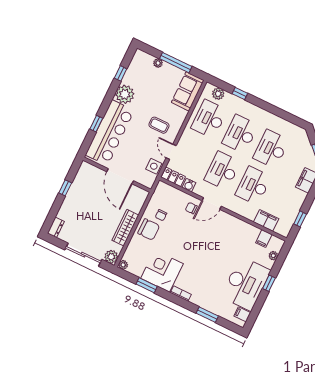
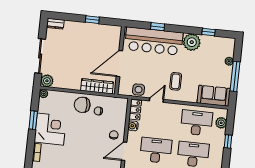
door: (212, 204) -> (124, 151), hinge flipped
wardrobe: (125, 228) -> (97, 86), moved
chair: (149, 229) -> (82, 105), turned 87

